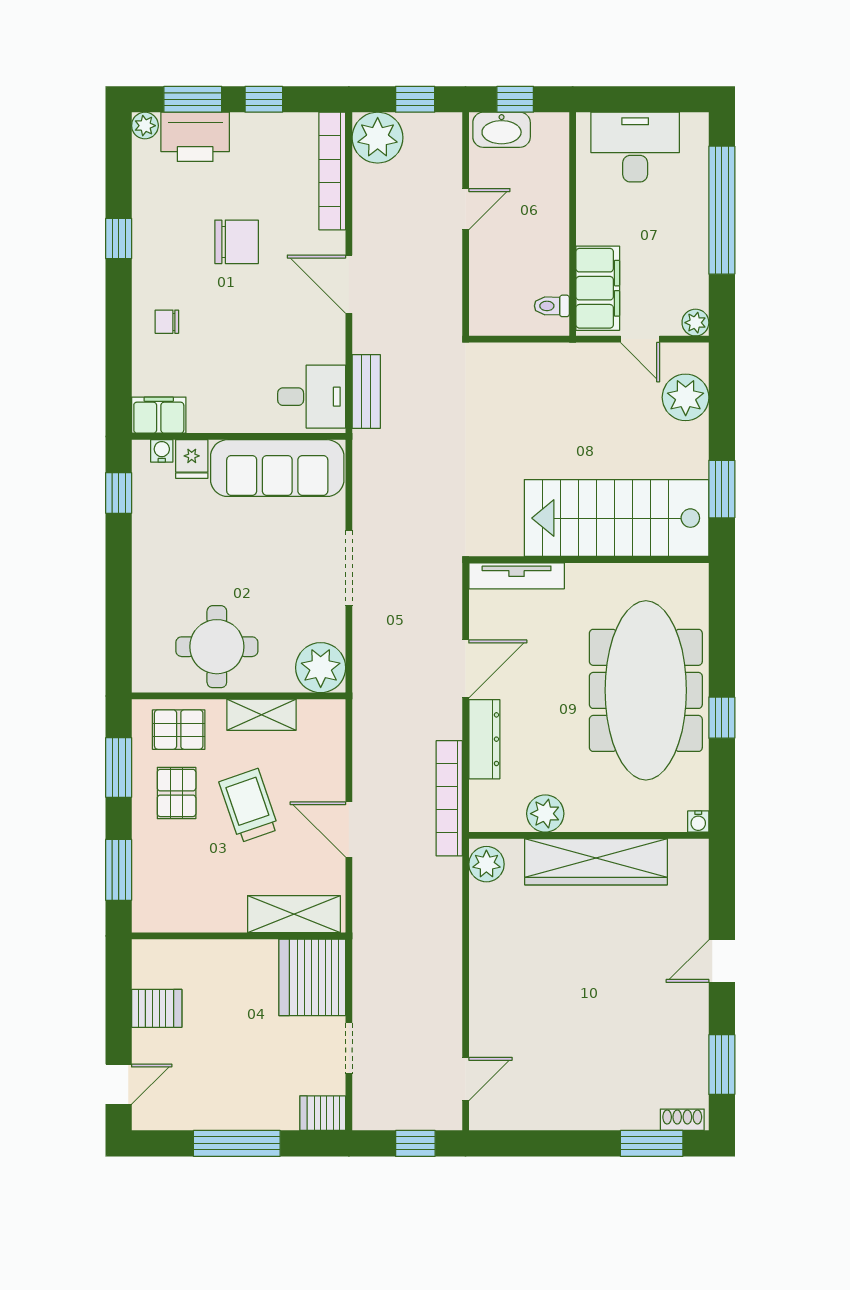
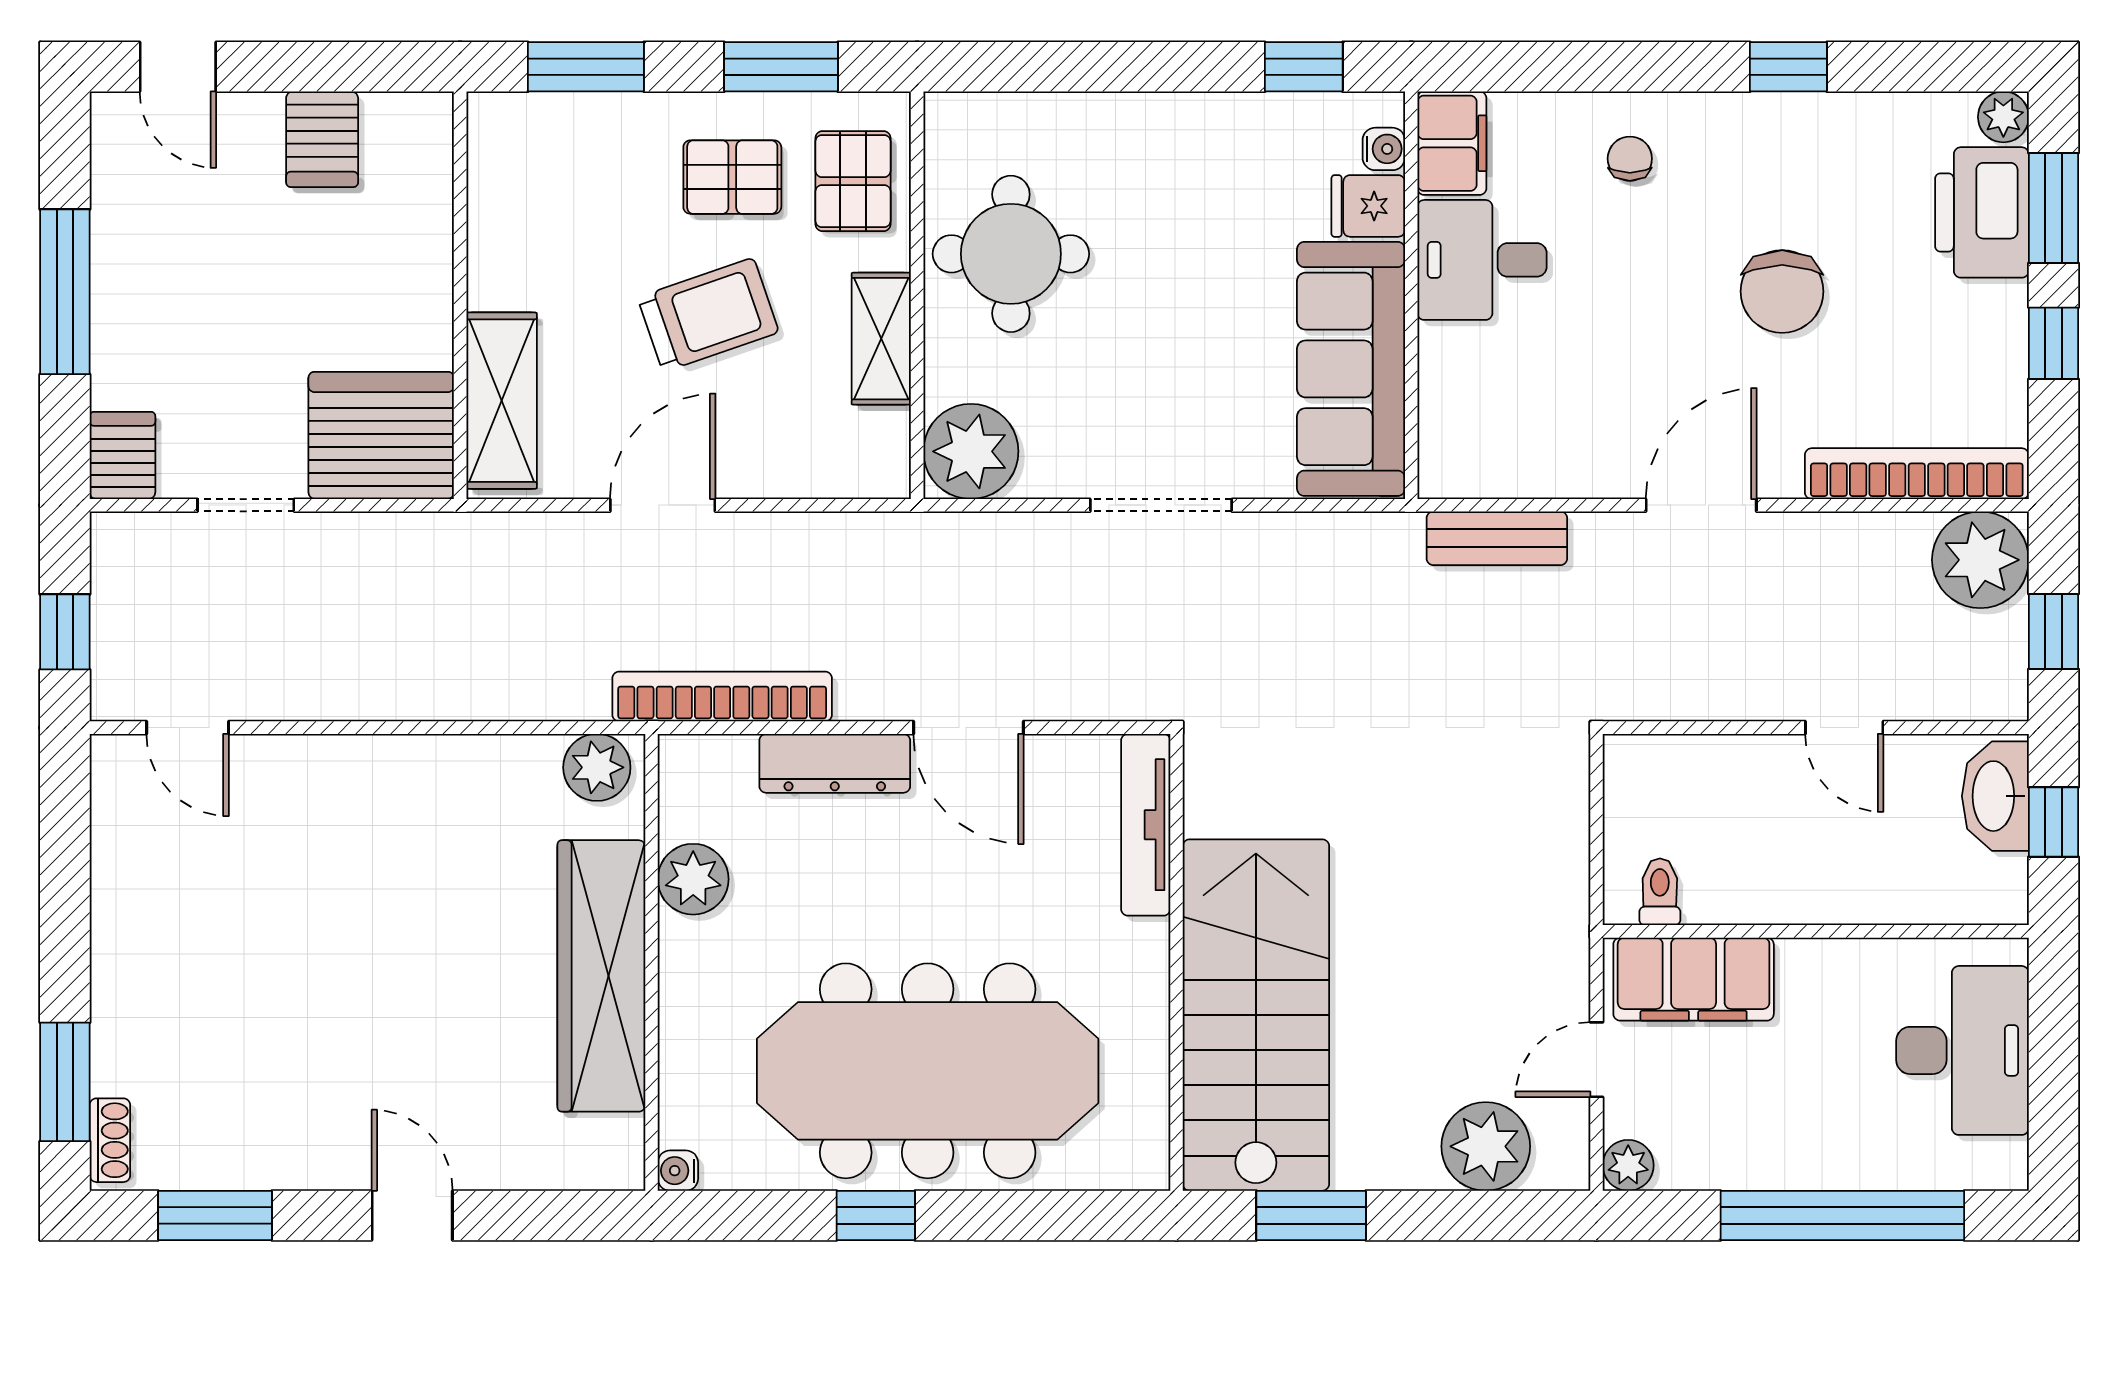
desk: (312, 397) -> (1482, 260), moved, turned 90

